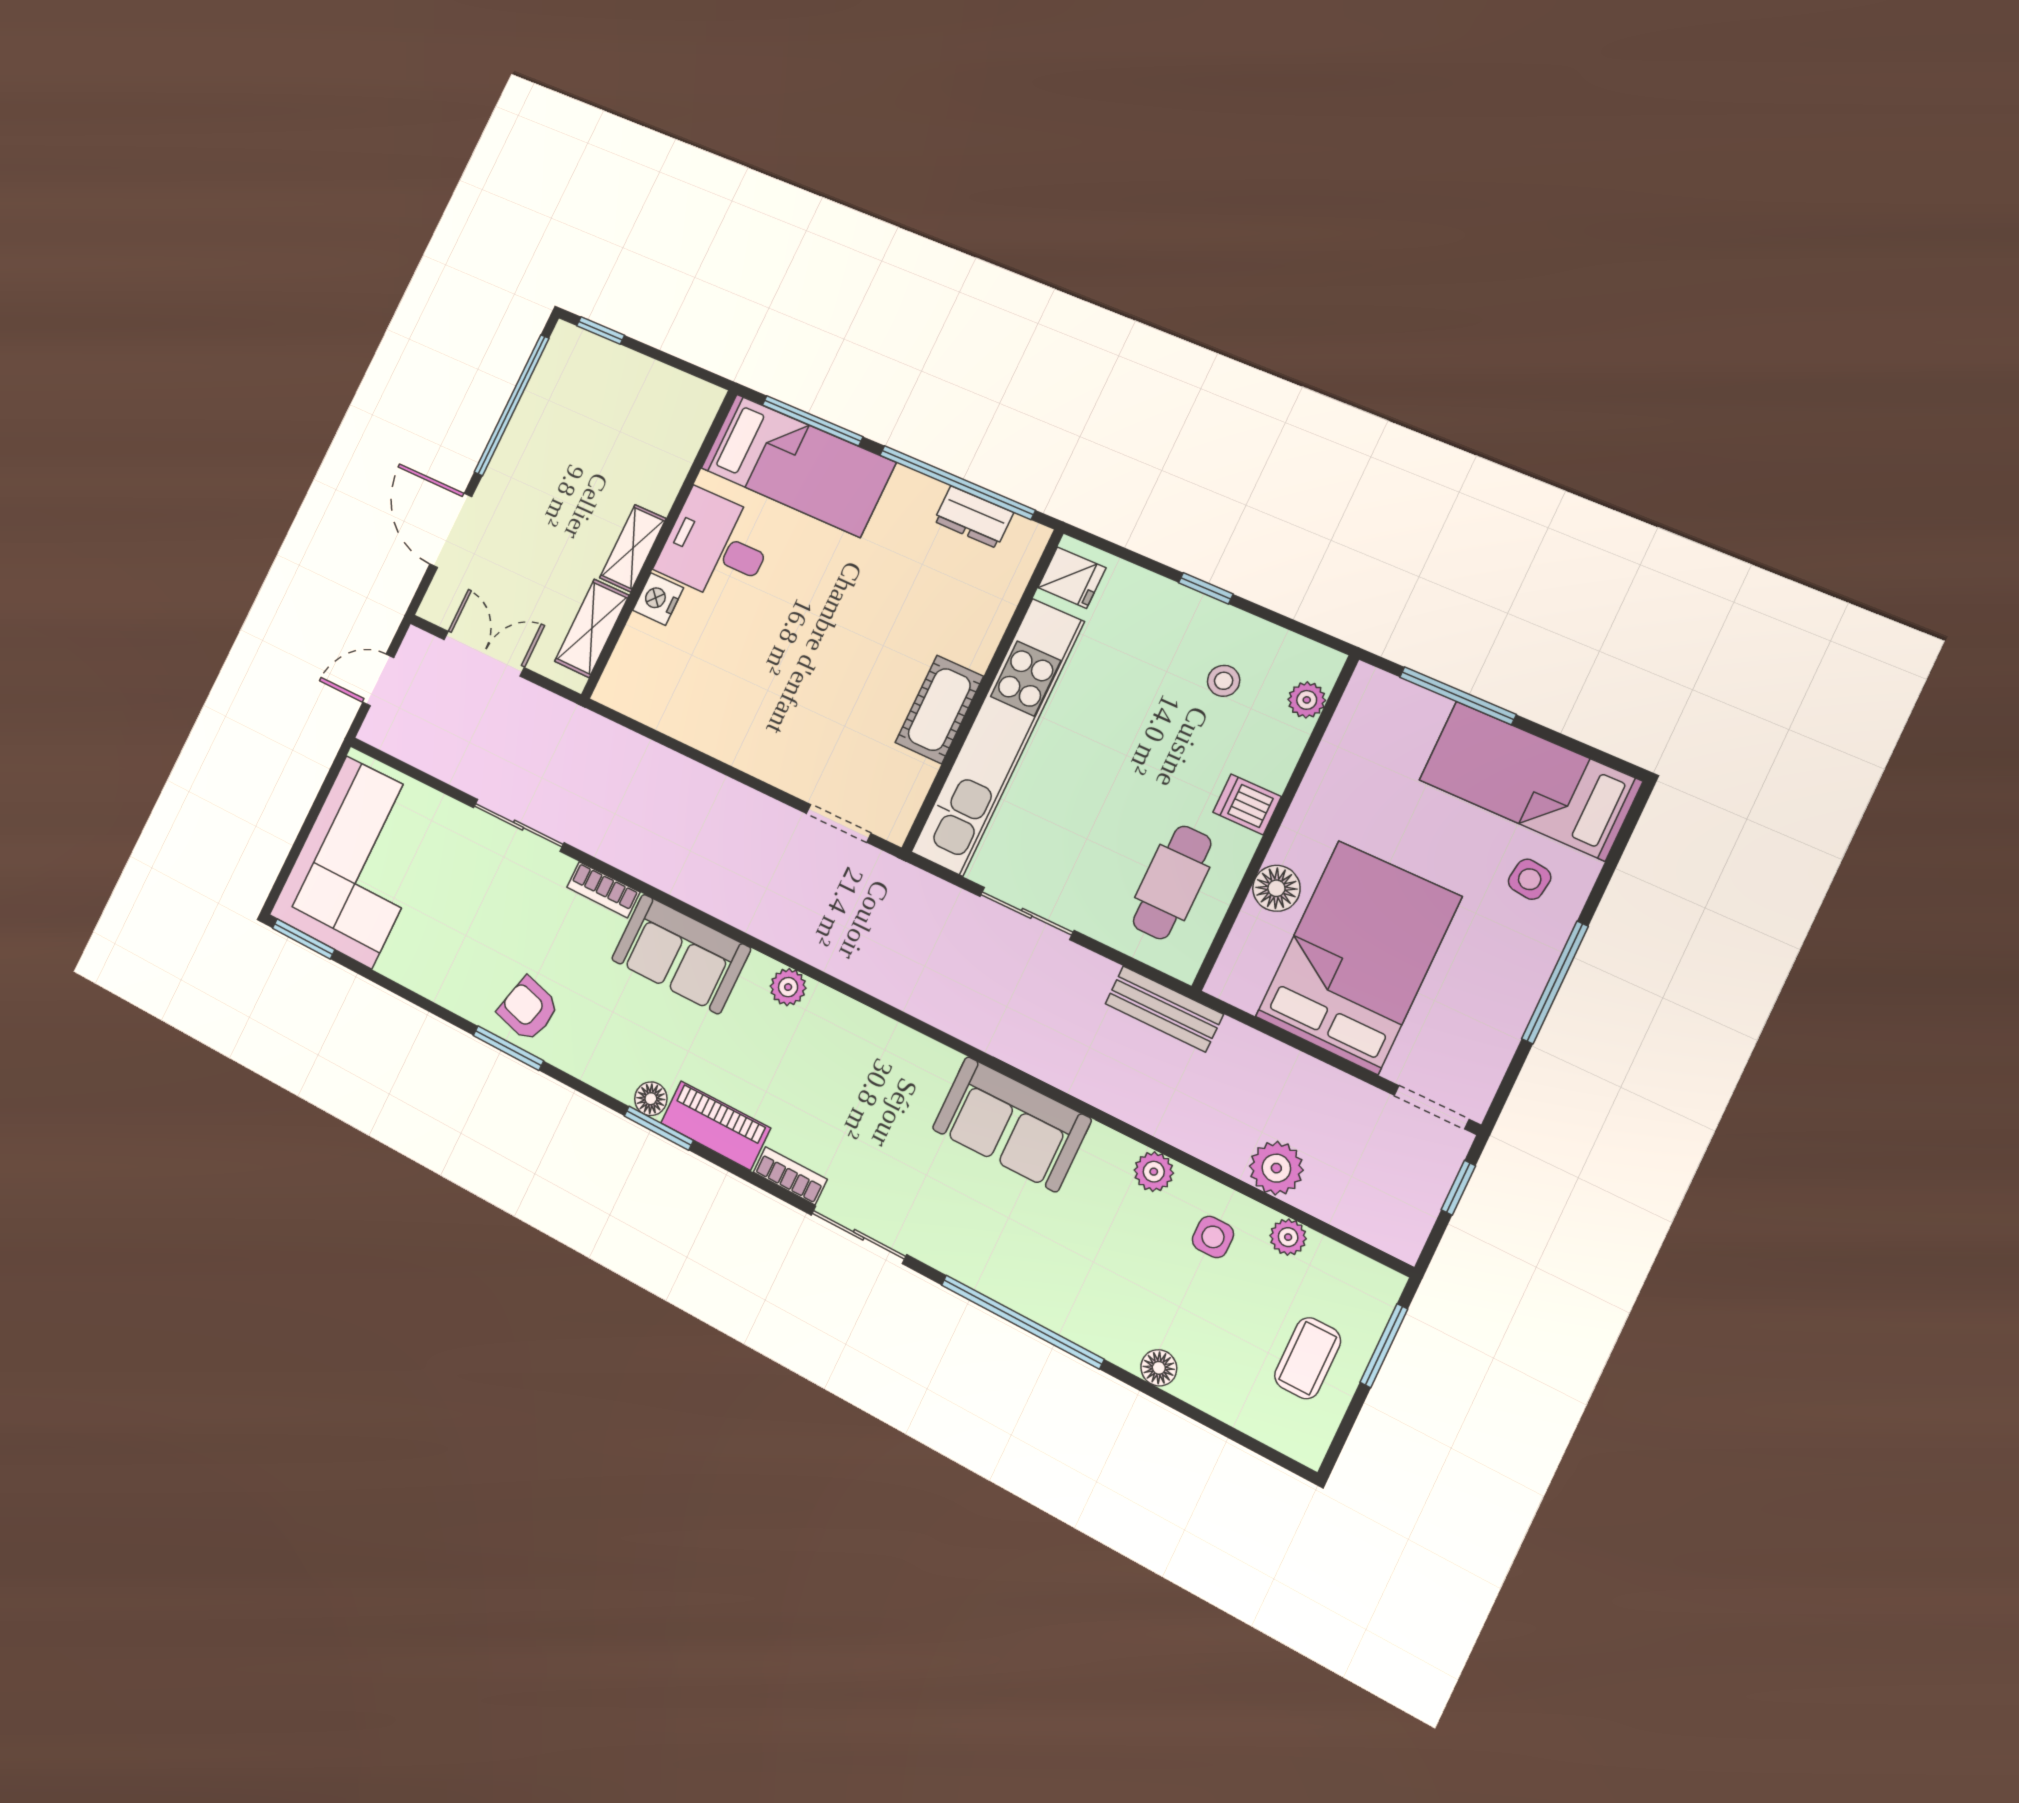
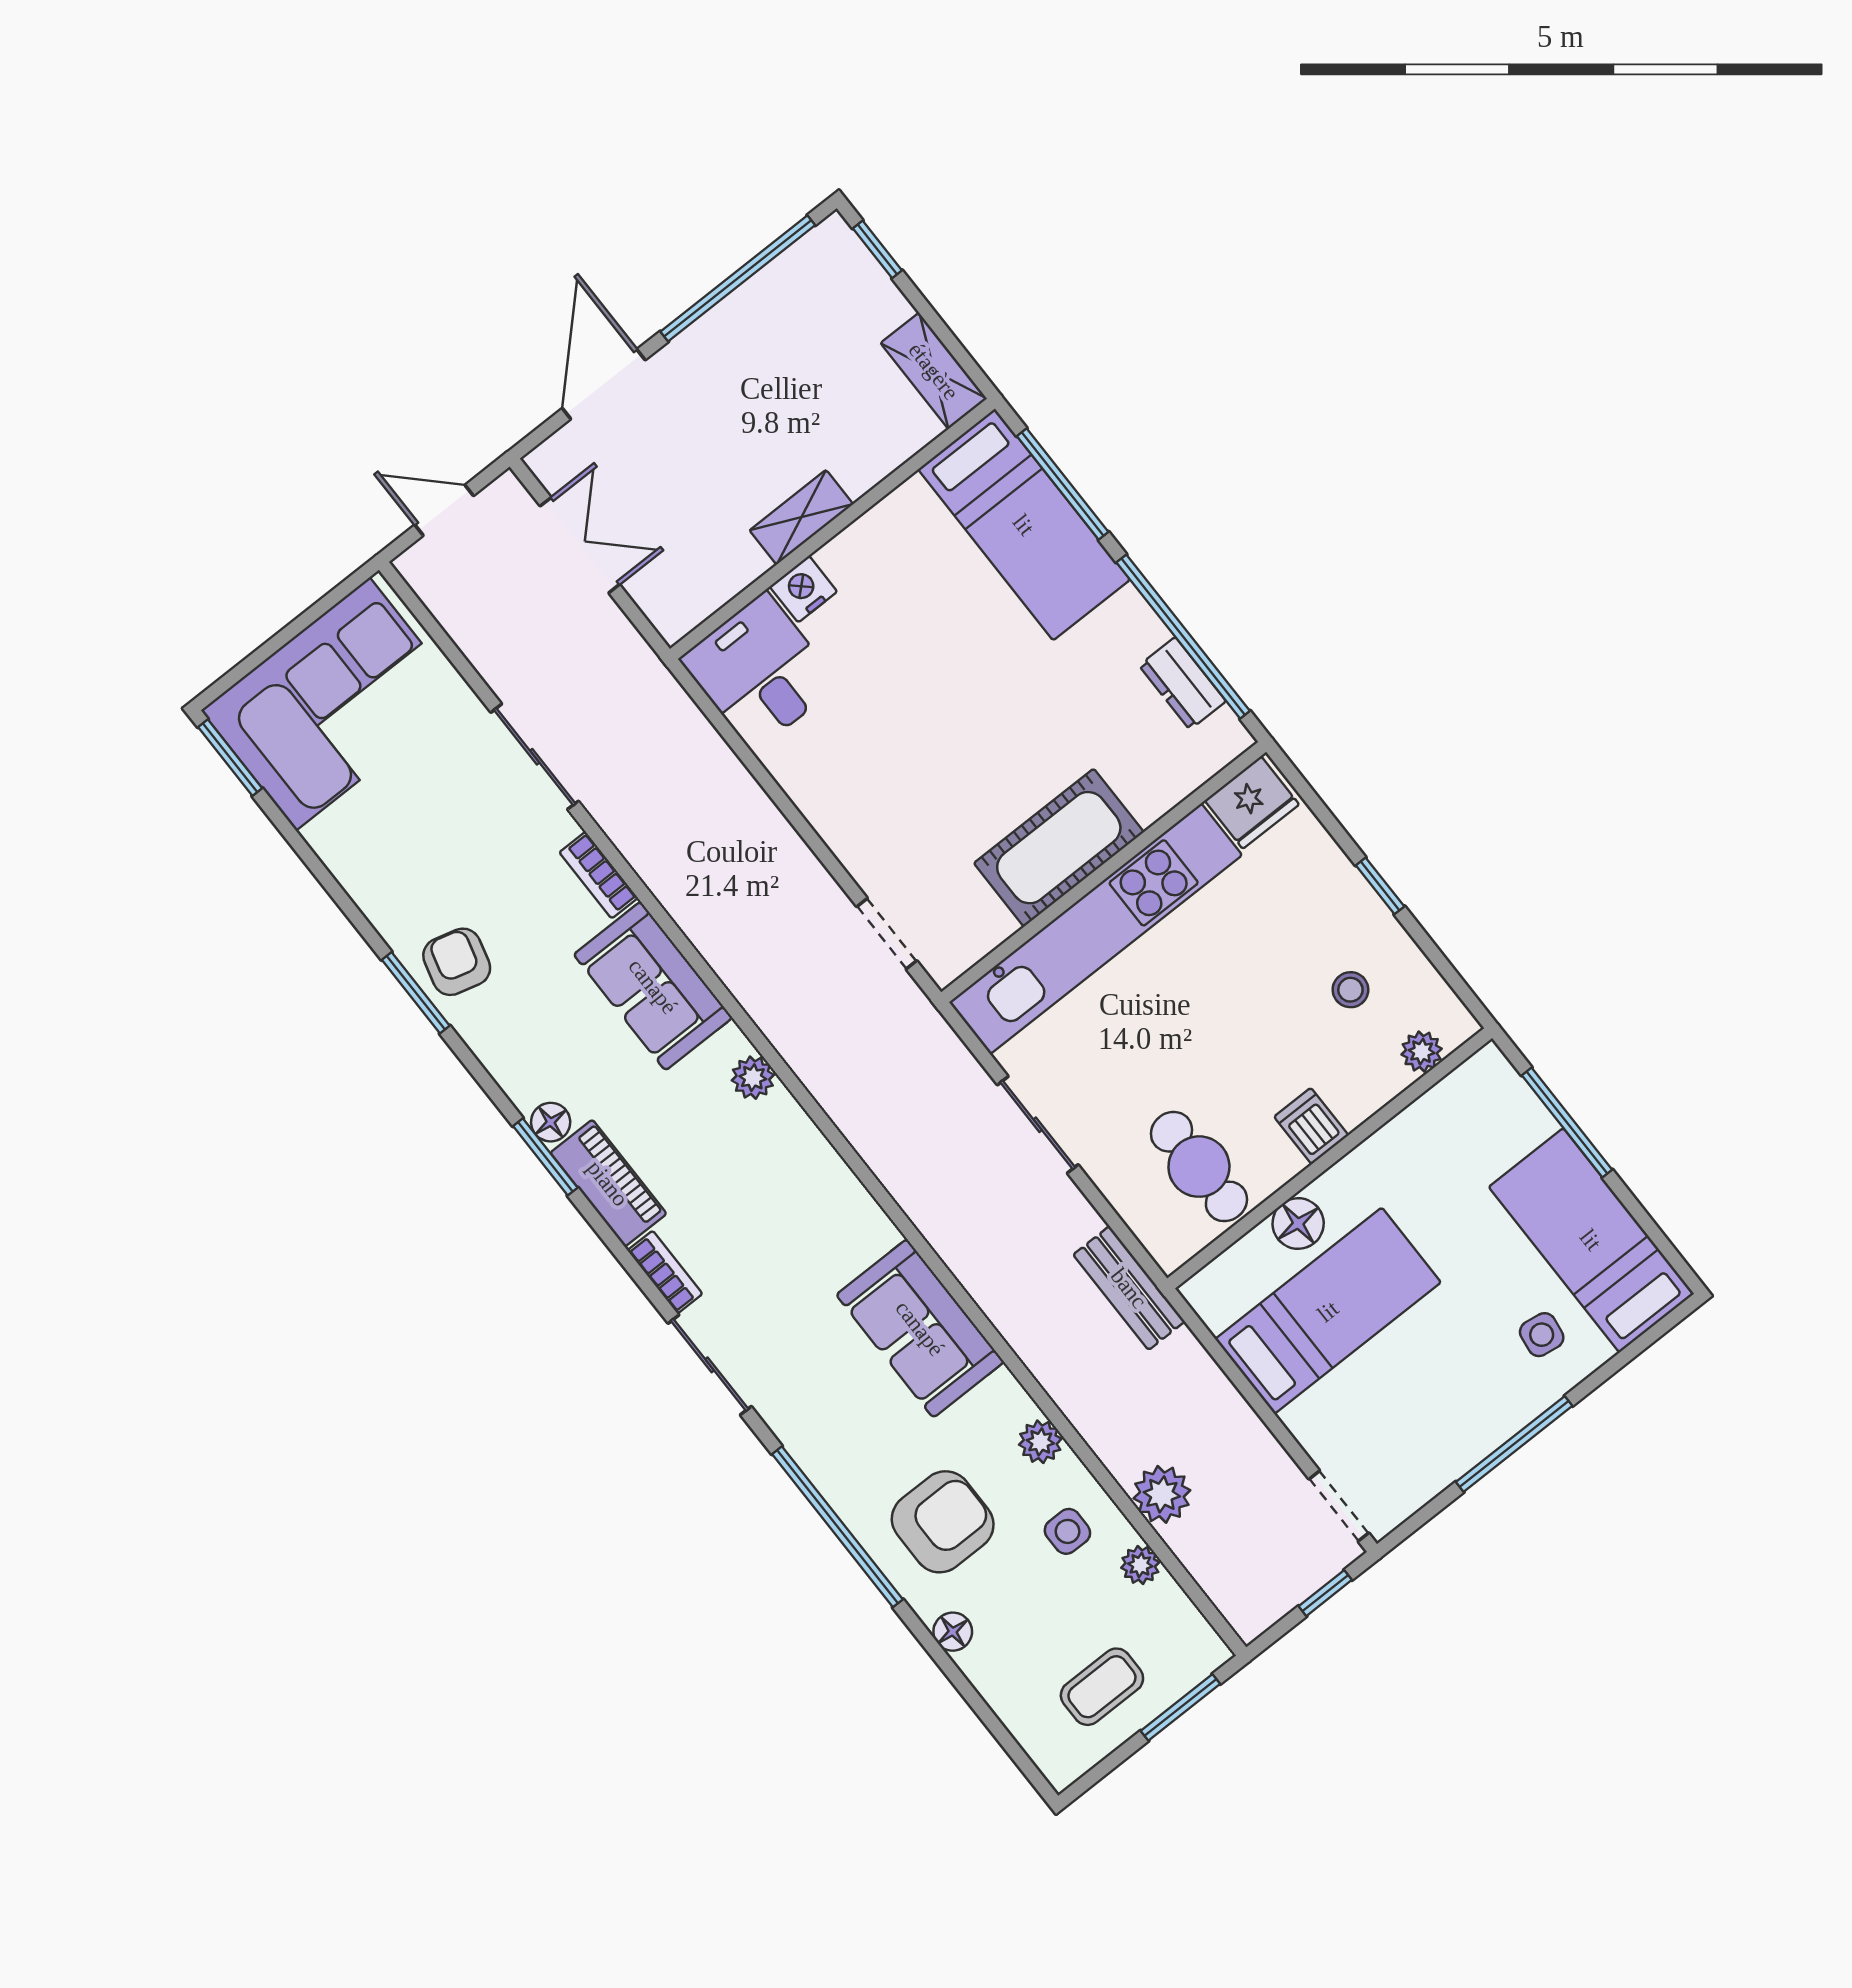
desk: (716, 546) -> (760, 672), moved
fridge: (1072, 578) -> (1252, 802), width x1.38
shelving: (592, 628) -> (934, 371), moved, turned 90
cot: (939, 710) -> (1059, 848), width x1.37, depth x1.34
cafe table: (1172, 882) -> (1199, 1167), turned 90
bed: (1358, 957) -> (1328, 1311), width x0.67
armchair: (1106, 1277) -> (943, 1522), added

